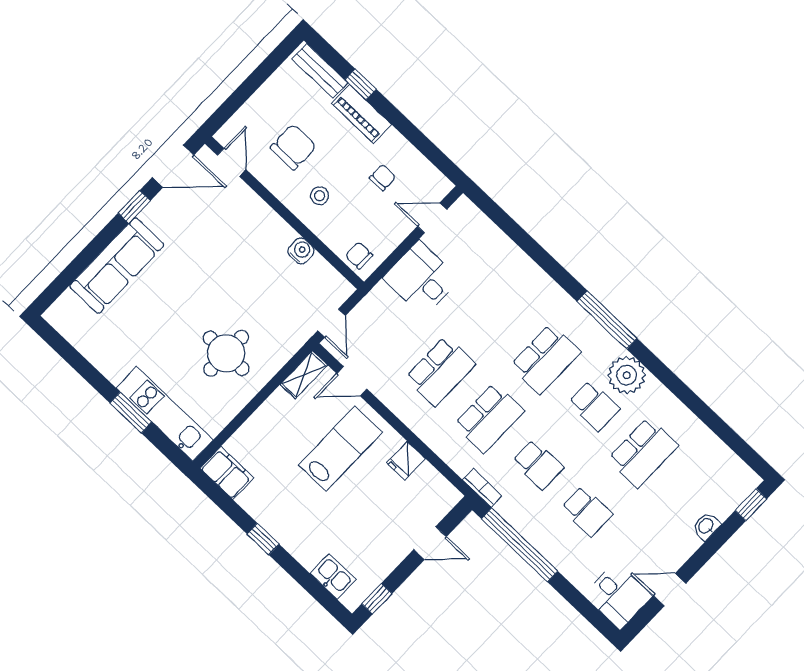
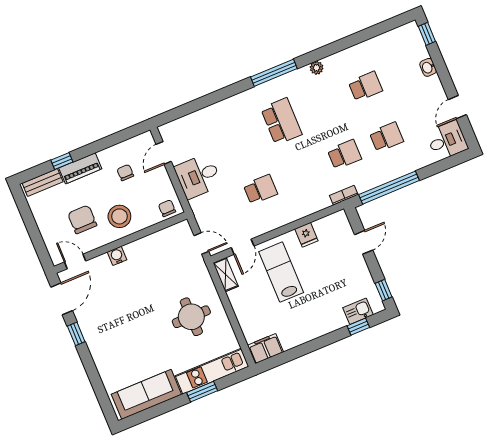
stool: (320, 196) -> (119, 216), width x1.89, depth x1.89
water cooler: (301, 251) -> (117, 256), moved
chair: (359, 255) -> (167, 208), turned 90
sofa: (117, 266) -> (146, 394), moved, turned -90
school desk: (440, 371) -> (260, 189), width x0.54
plant: (627, 375) -> (317, 68), width x0.53, depth x0.53
school desk: (594, 406) -> (323, 104), removed
school desk: (489, 418) -> (302, 172), removed
school desk: (643, 452) -> (365, 86), width x0.54
window: (263, 539) -> (358, 327), moved

